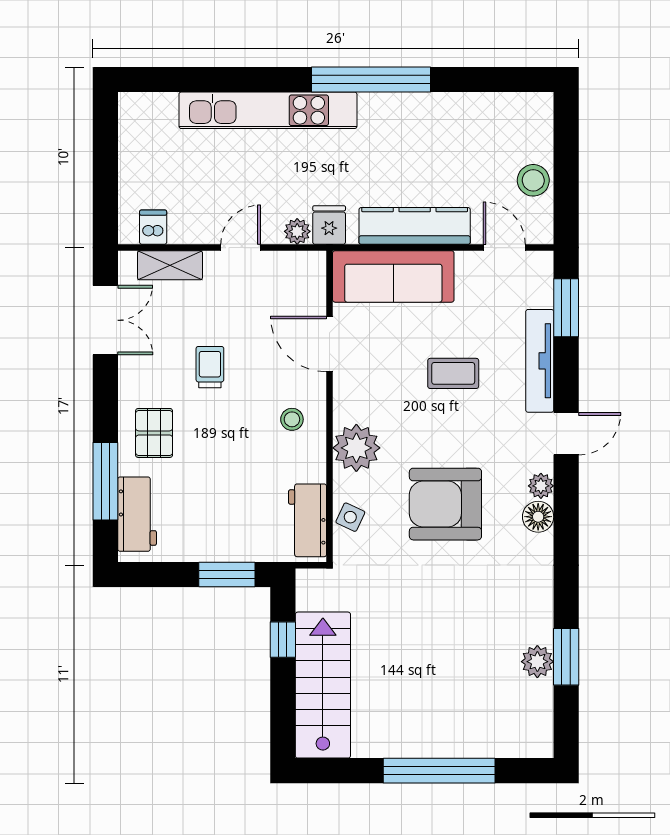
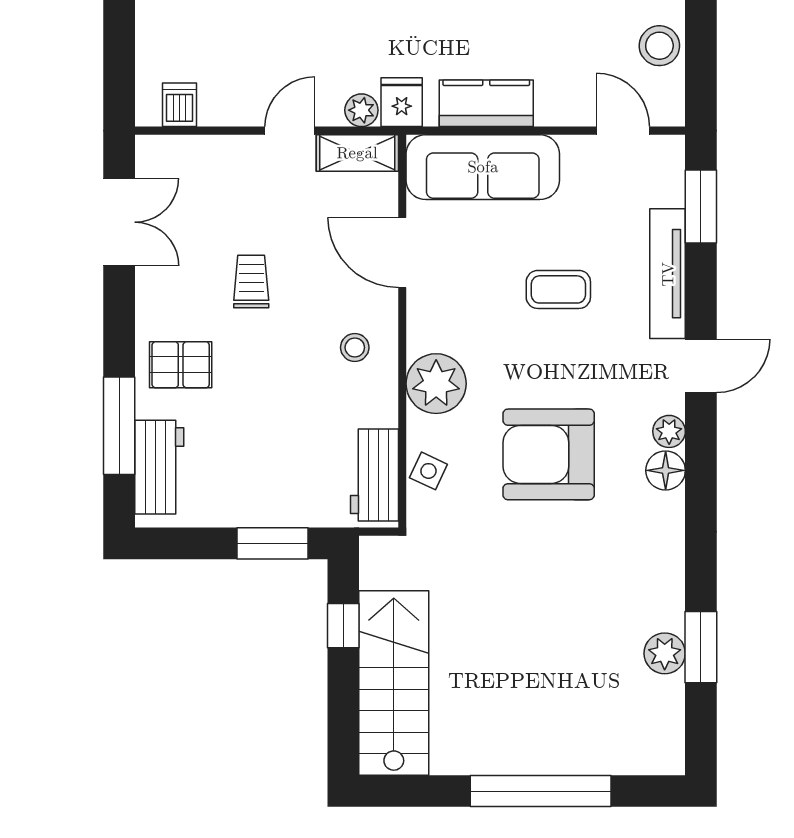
kitchen counter: (415, 226) -> (486, 103), width x0.67
shelving: (170, 265) -> (357, 153), moved
pallet: (154, 433) -> (181, 365), turned 90

